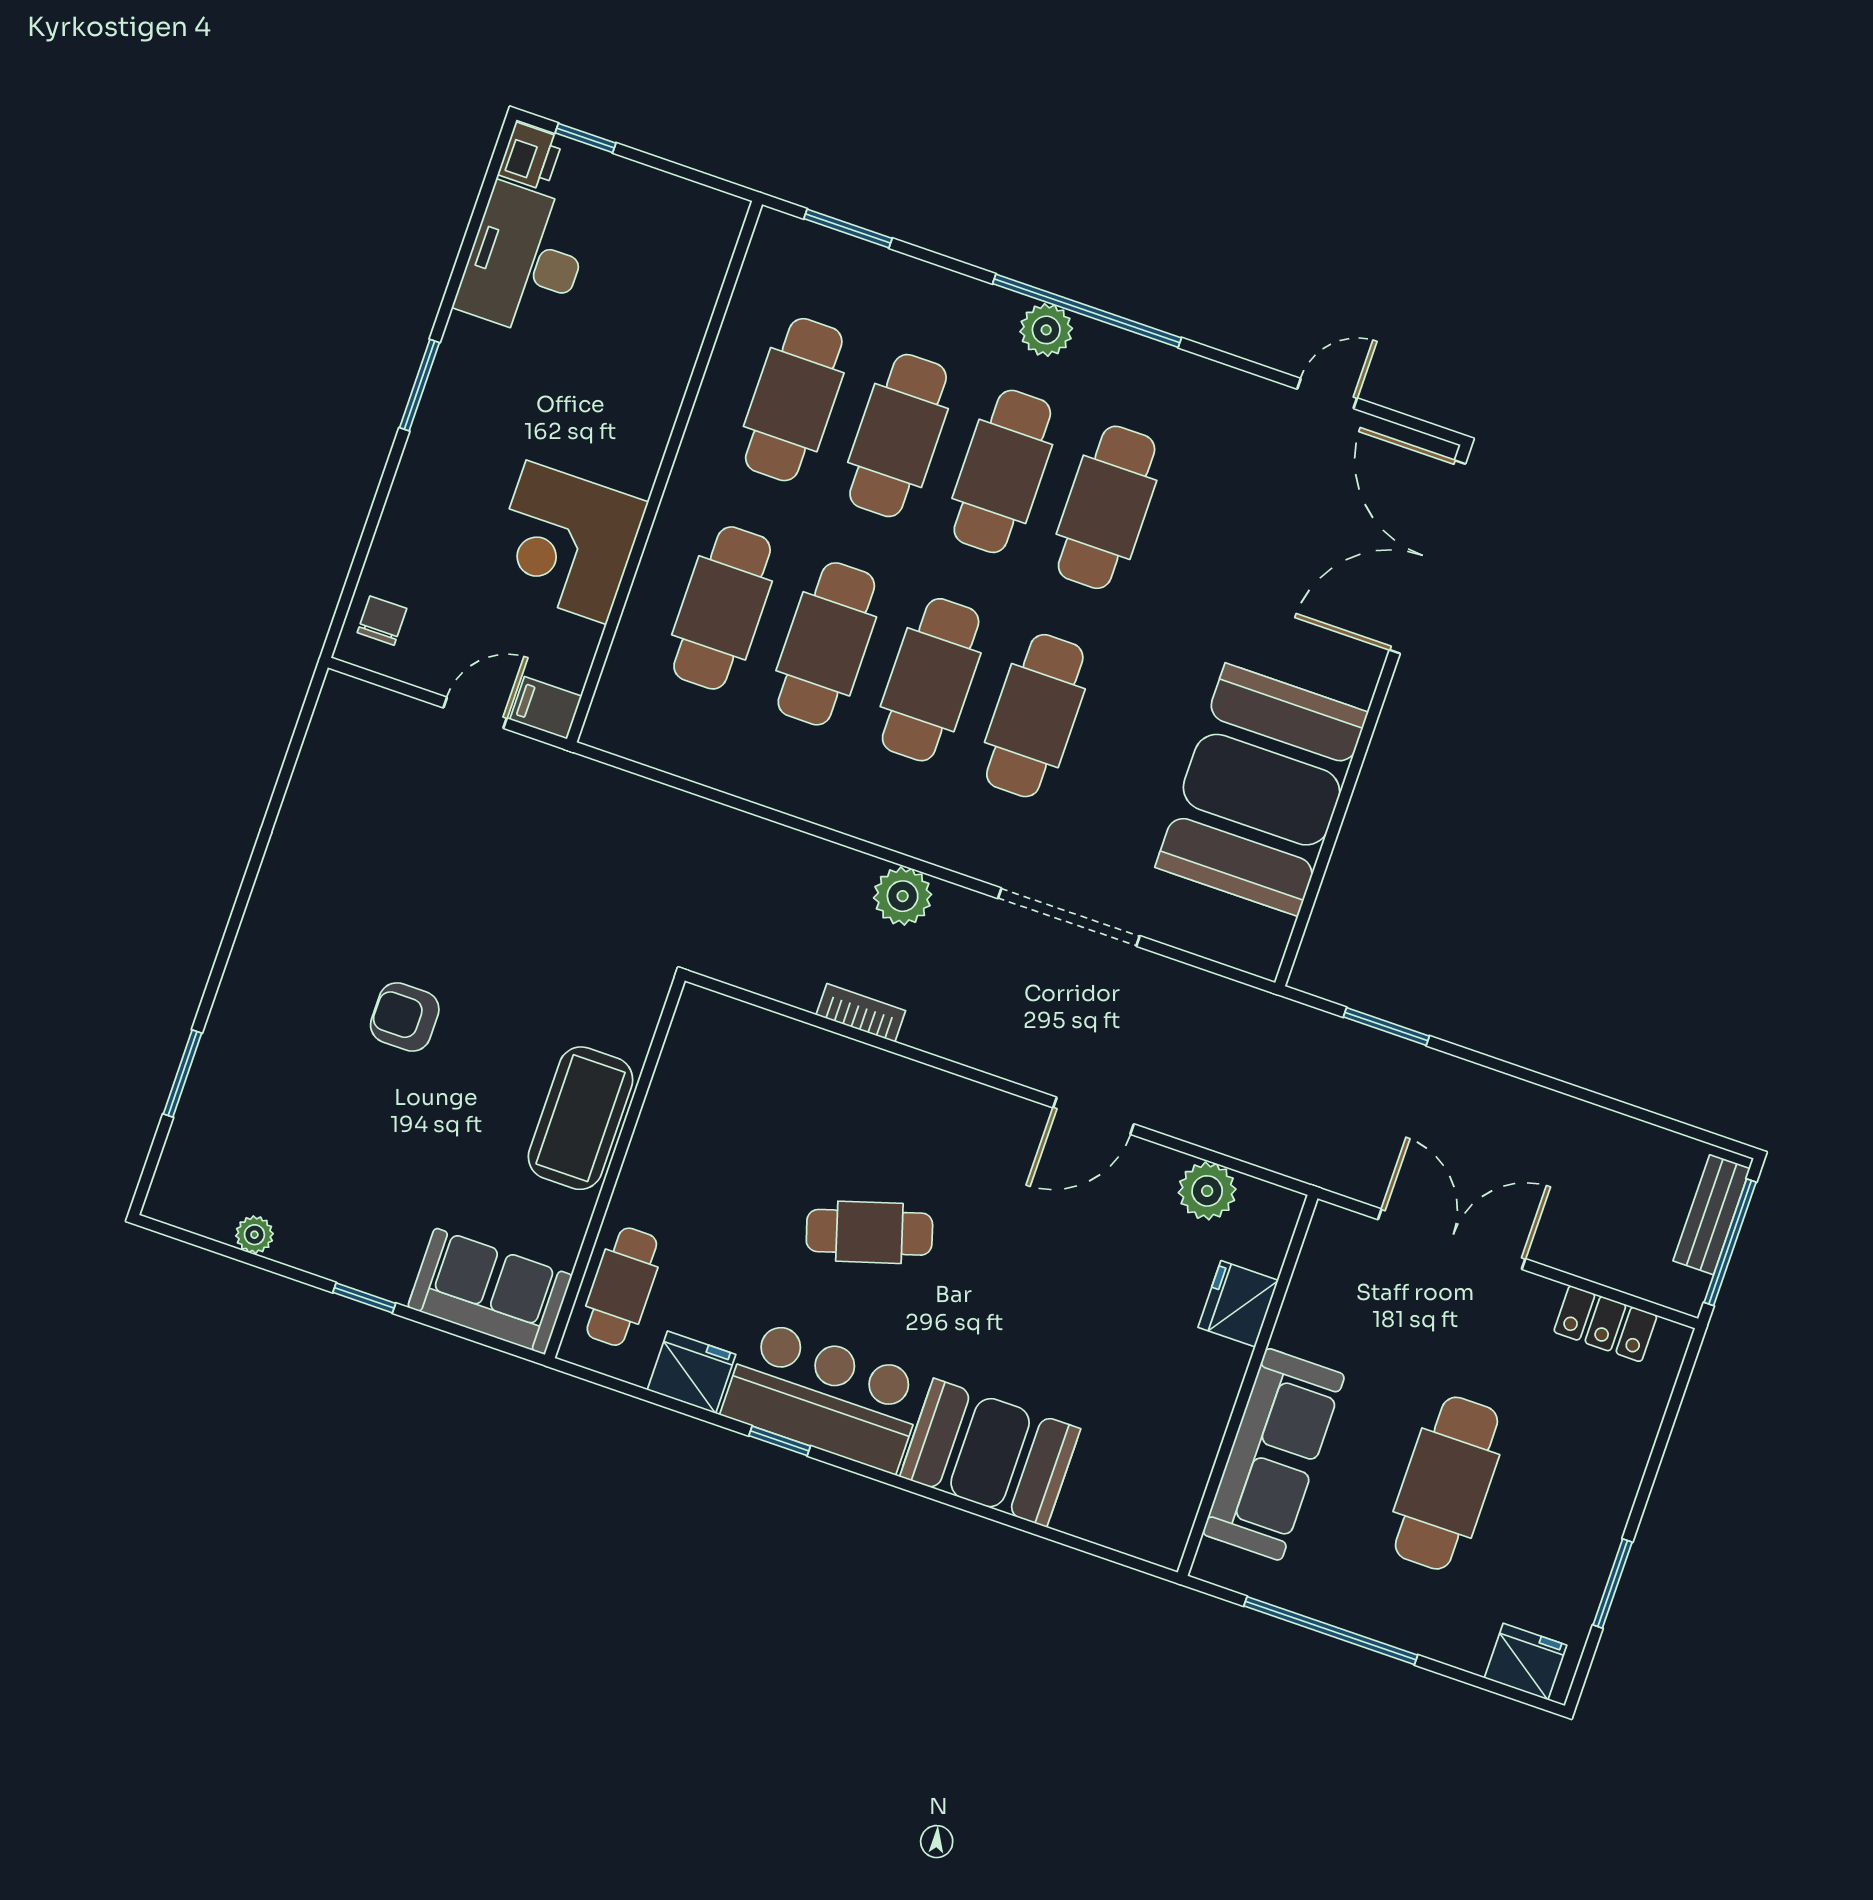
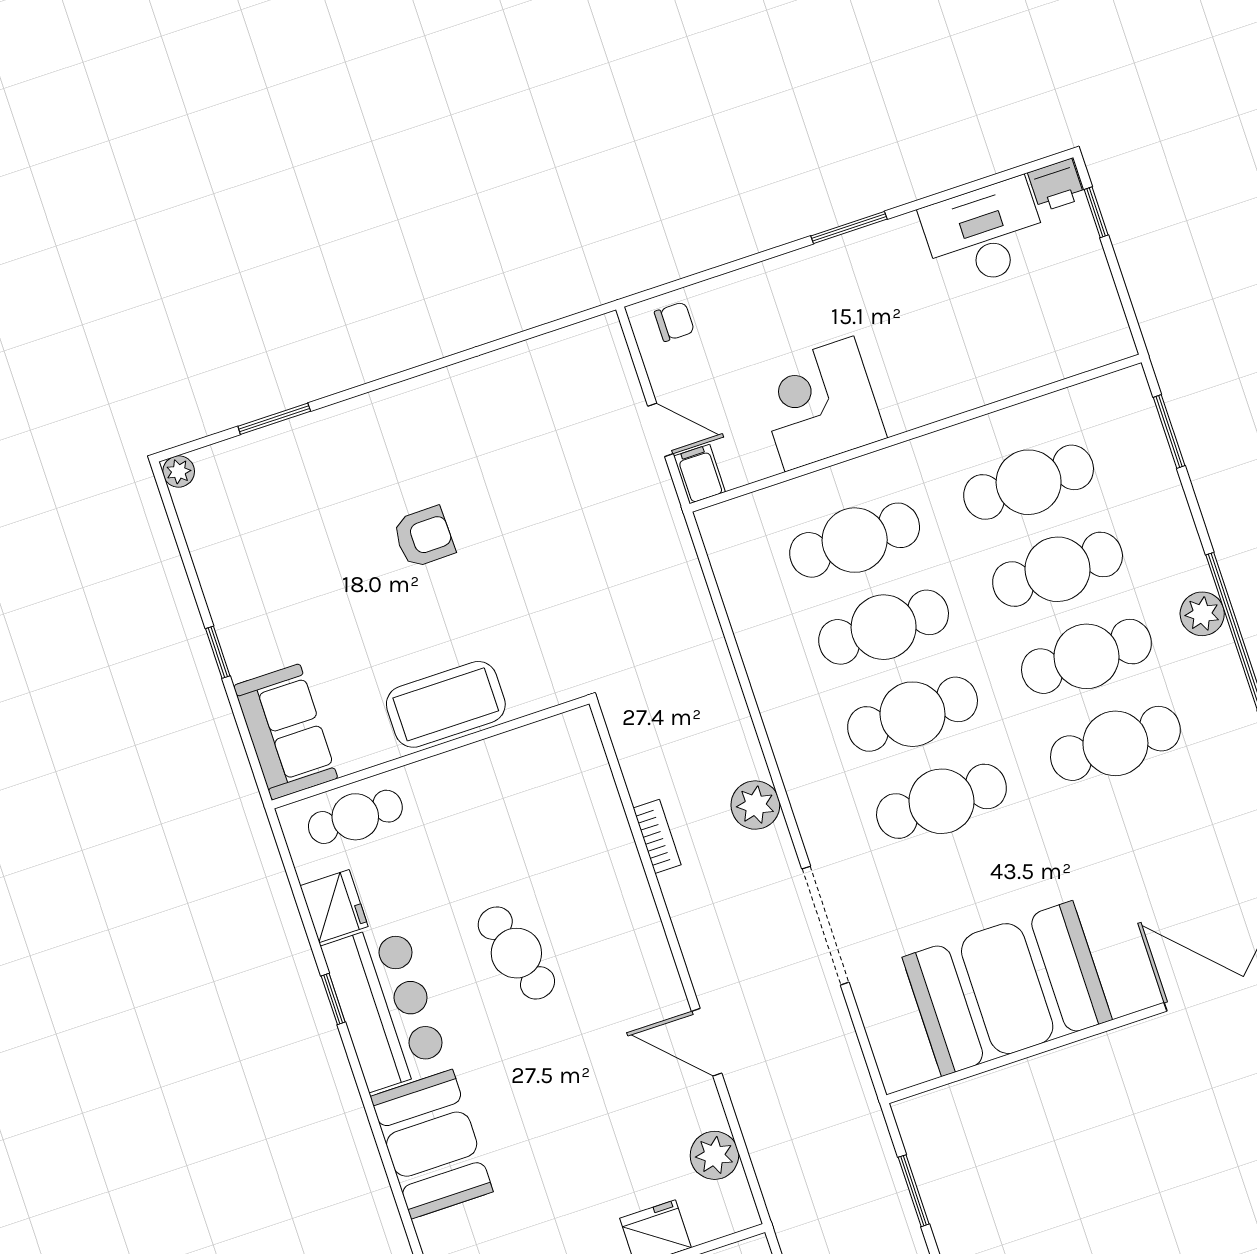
armchair: (405, 1017) -> (424, 537), turned 89
plant: (254, 1235) -> (179, 471), moved

